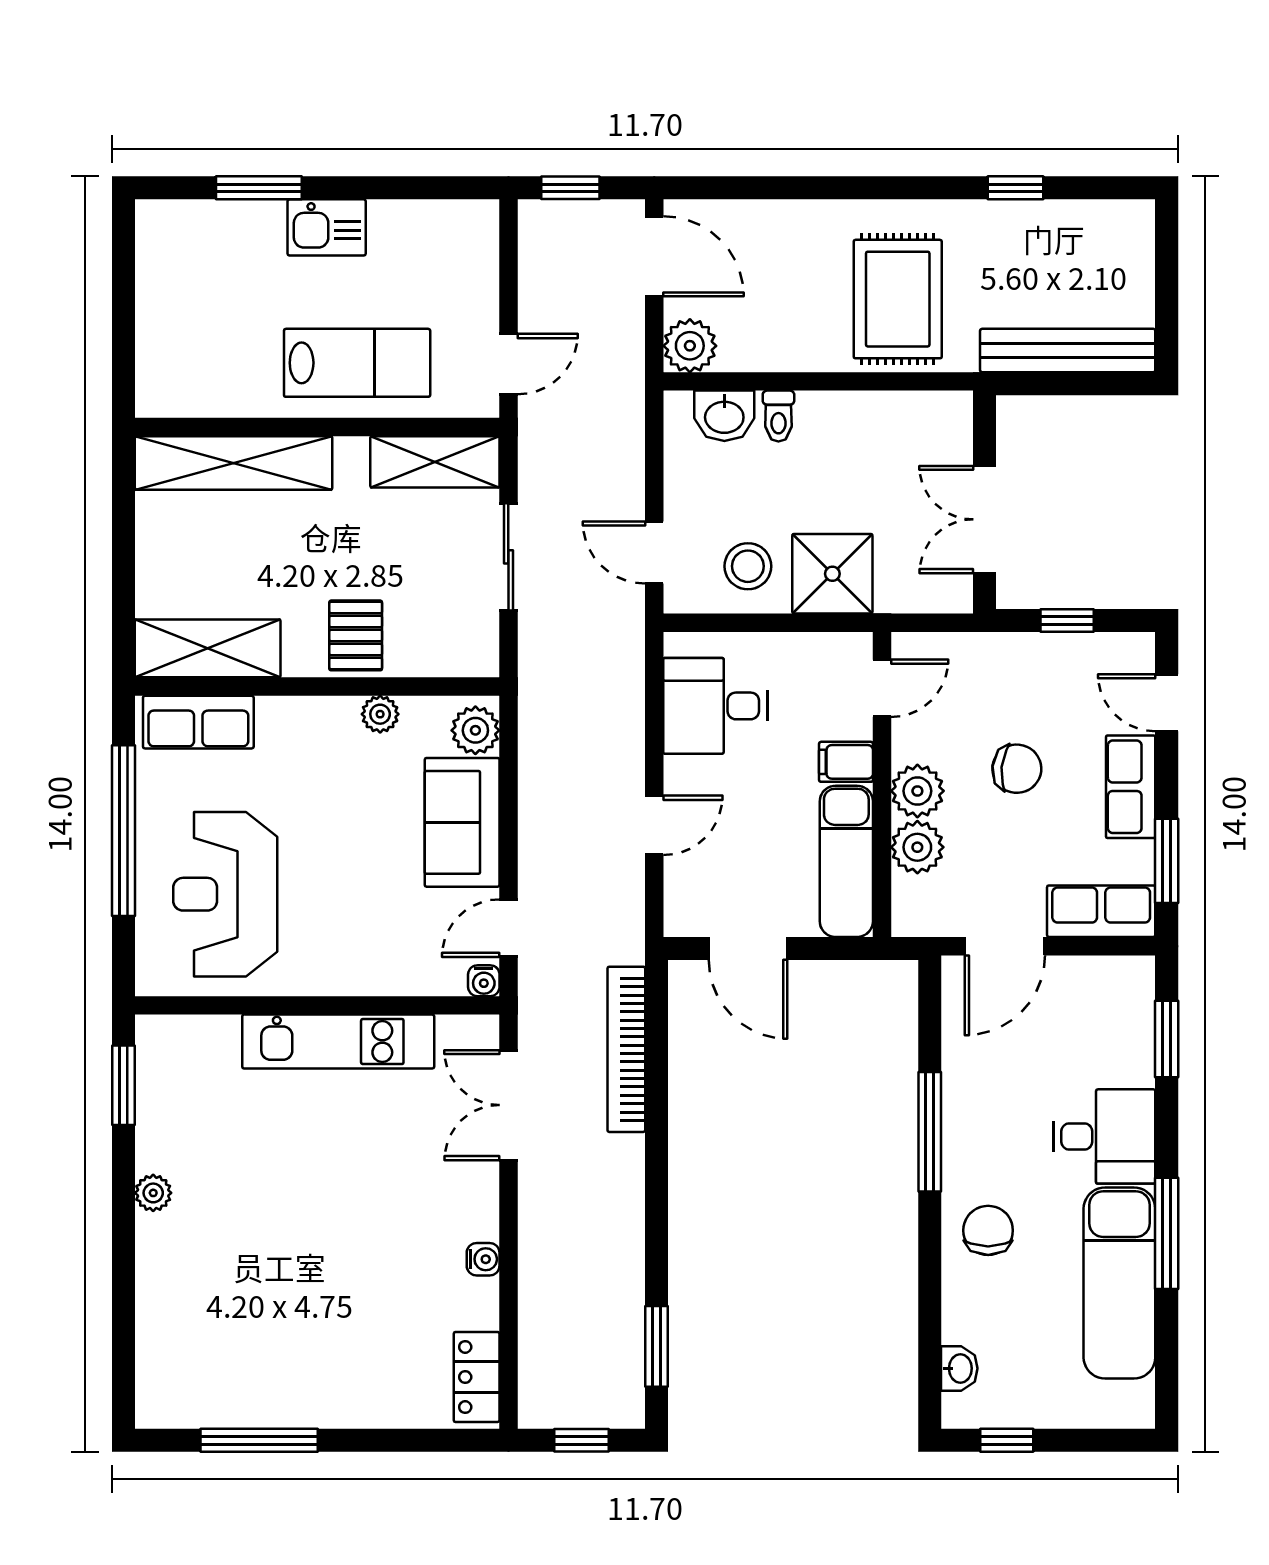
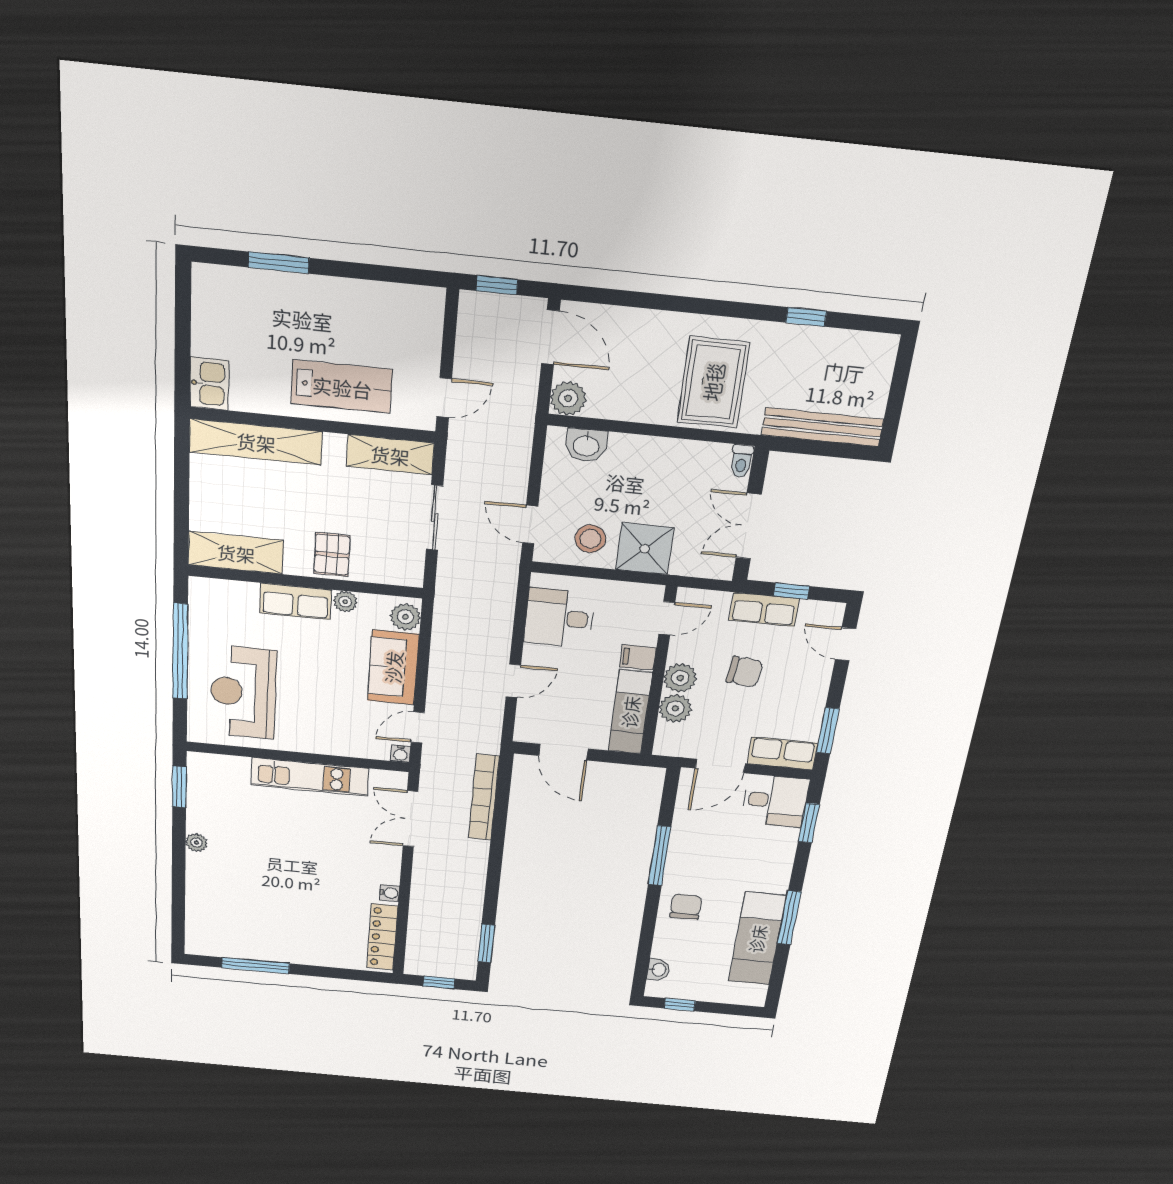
kitchen sink: (327, 227) -> (209, 384), moved, turned -90
toilet: (778, 416) -> (741, 461), moved
row of seats: (198, 722) -> (295, 601), moved
row of seats: (1131, 787) -> (764, 609), moved, turned -90
desk: (1104, 1136) -> (775, 801), moved
locker: (477, 1377) -> (382, 937), width x1.53

